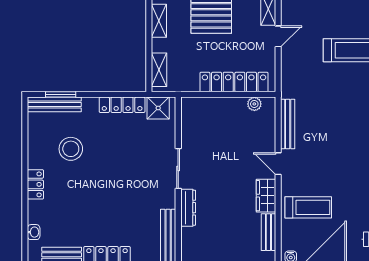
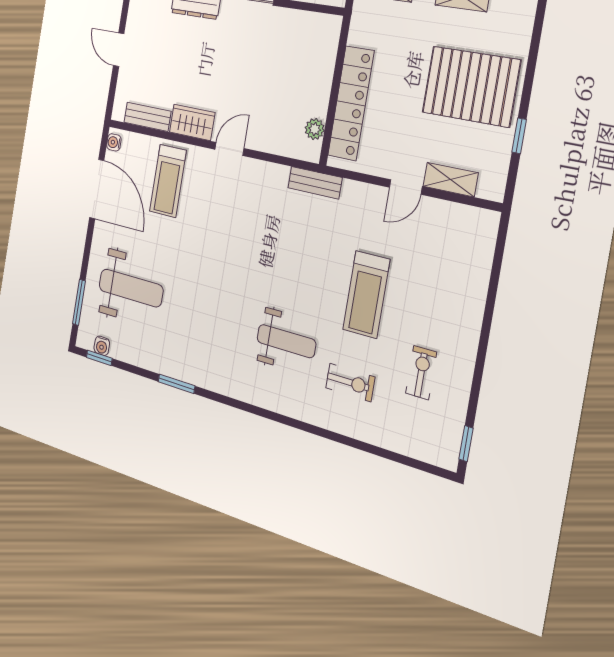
door: (278, 36) -> (406, 187), hinge flipped
bench: (288, 124) -> (315, 183), moved, width x0.73

